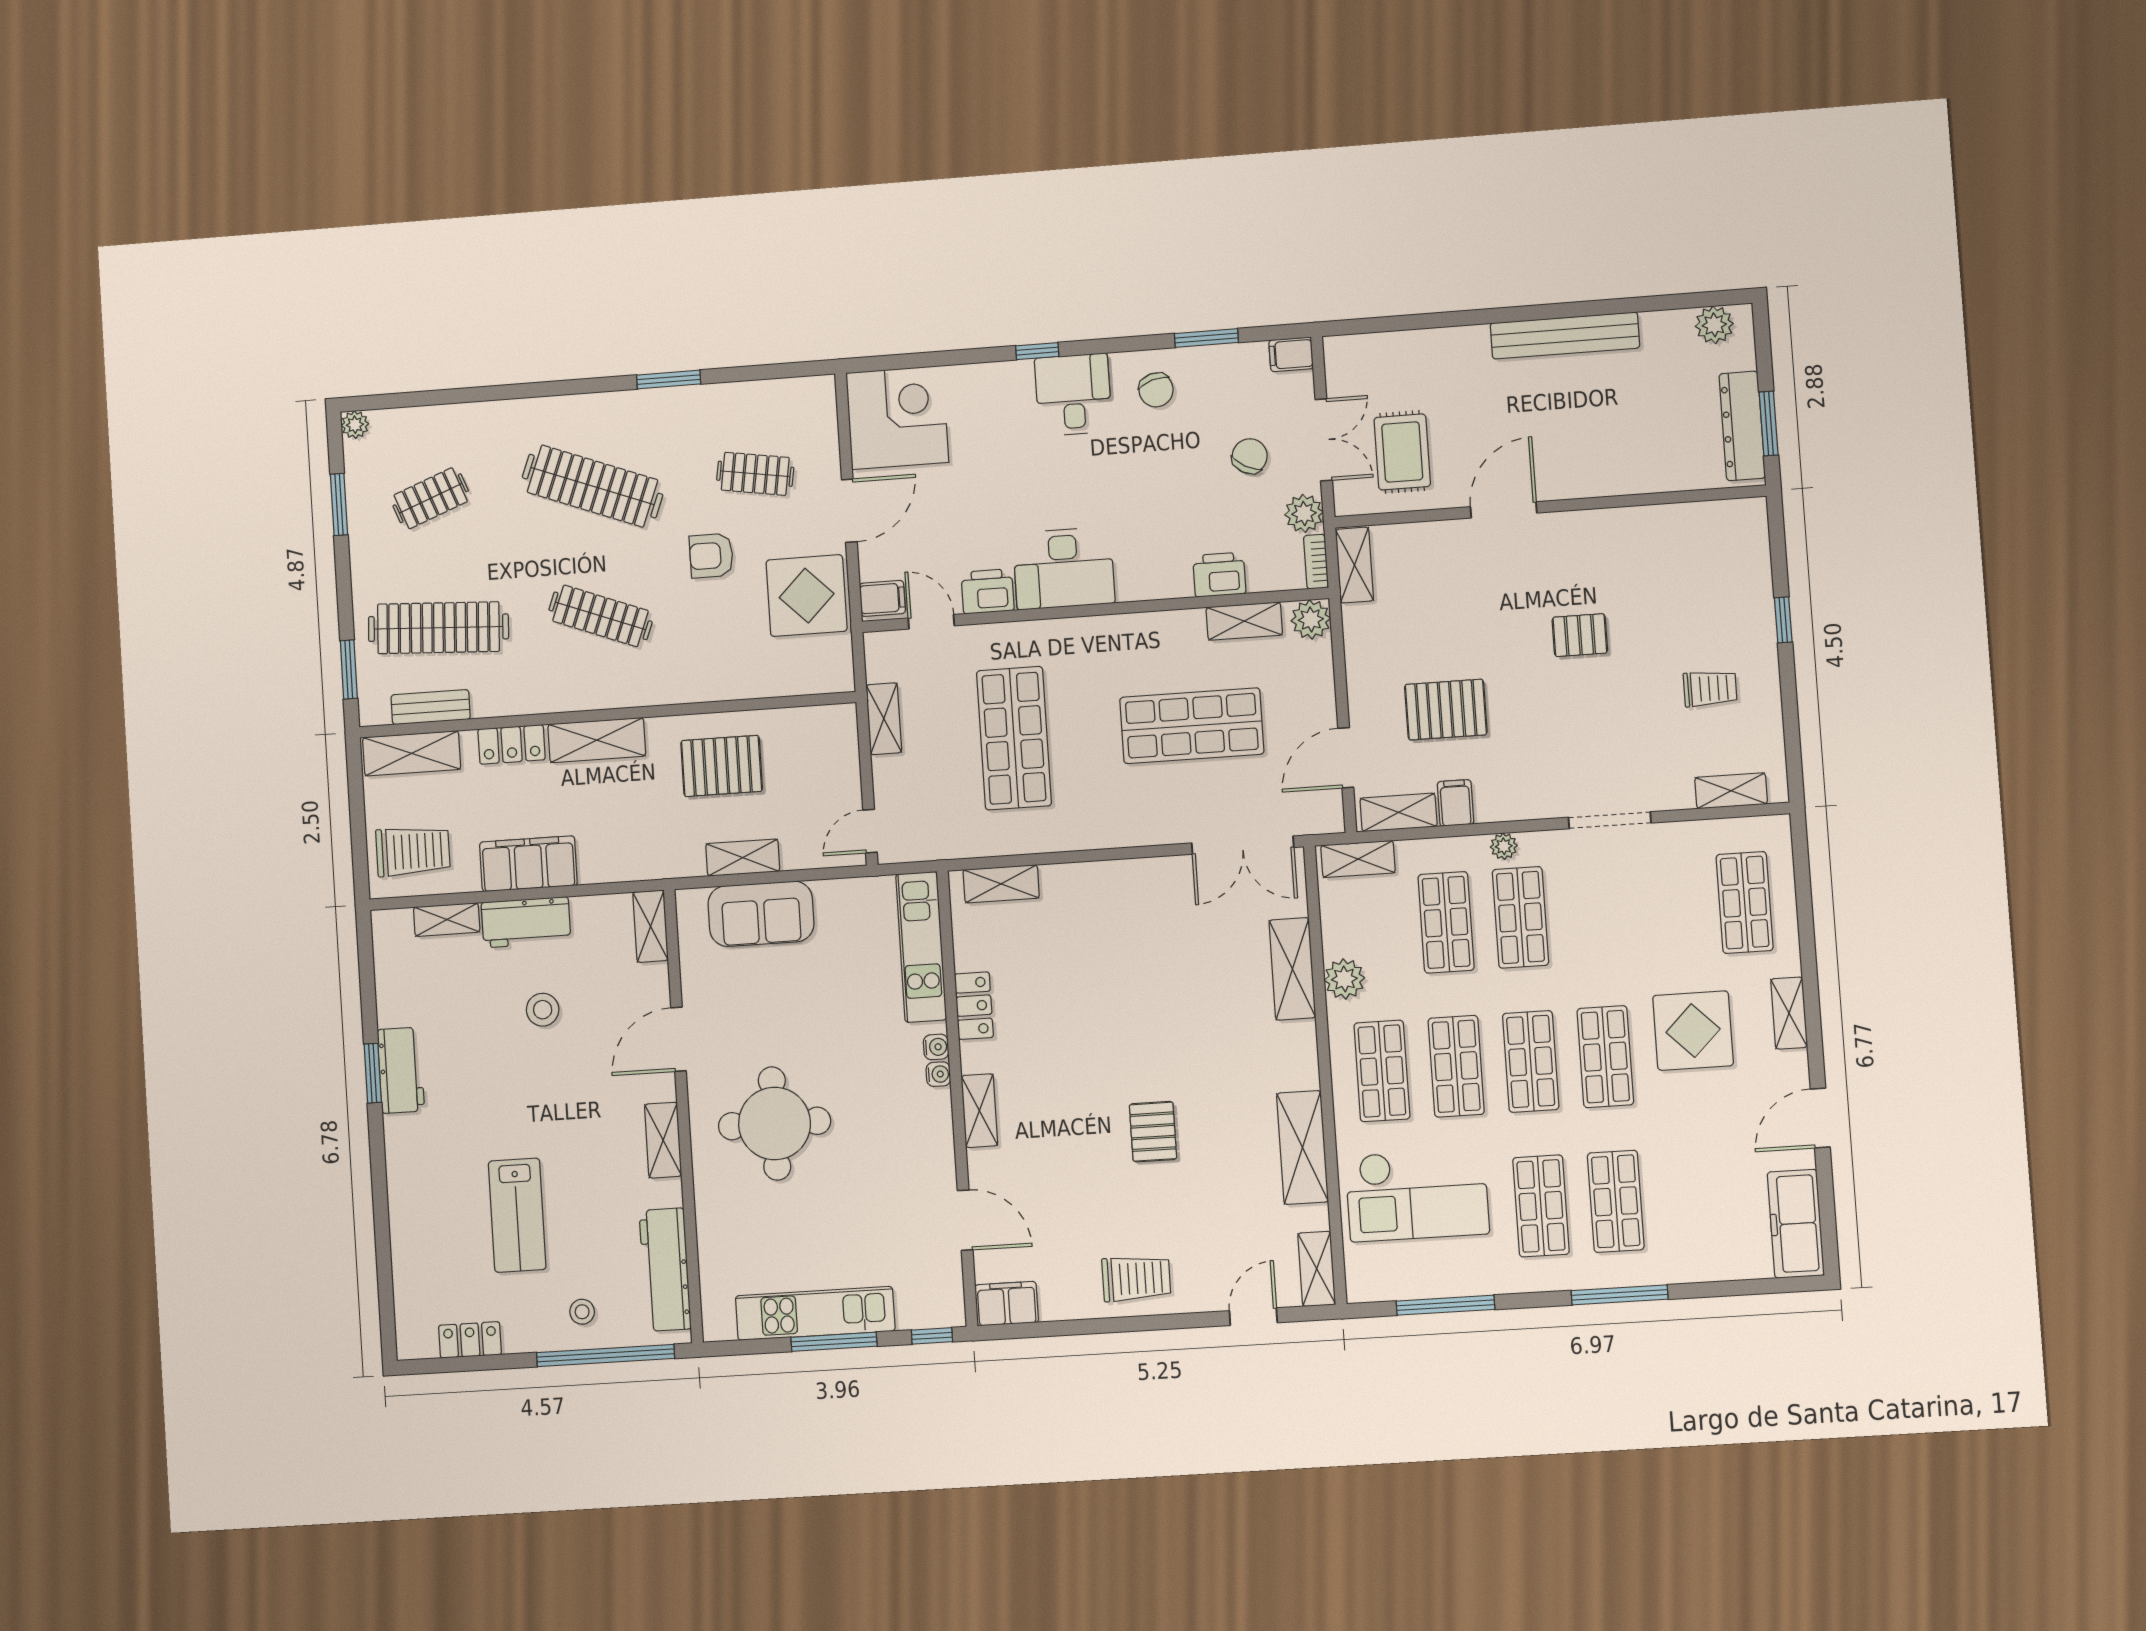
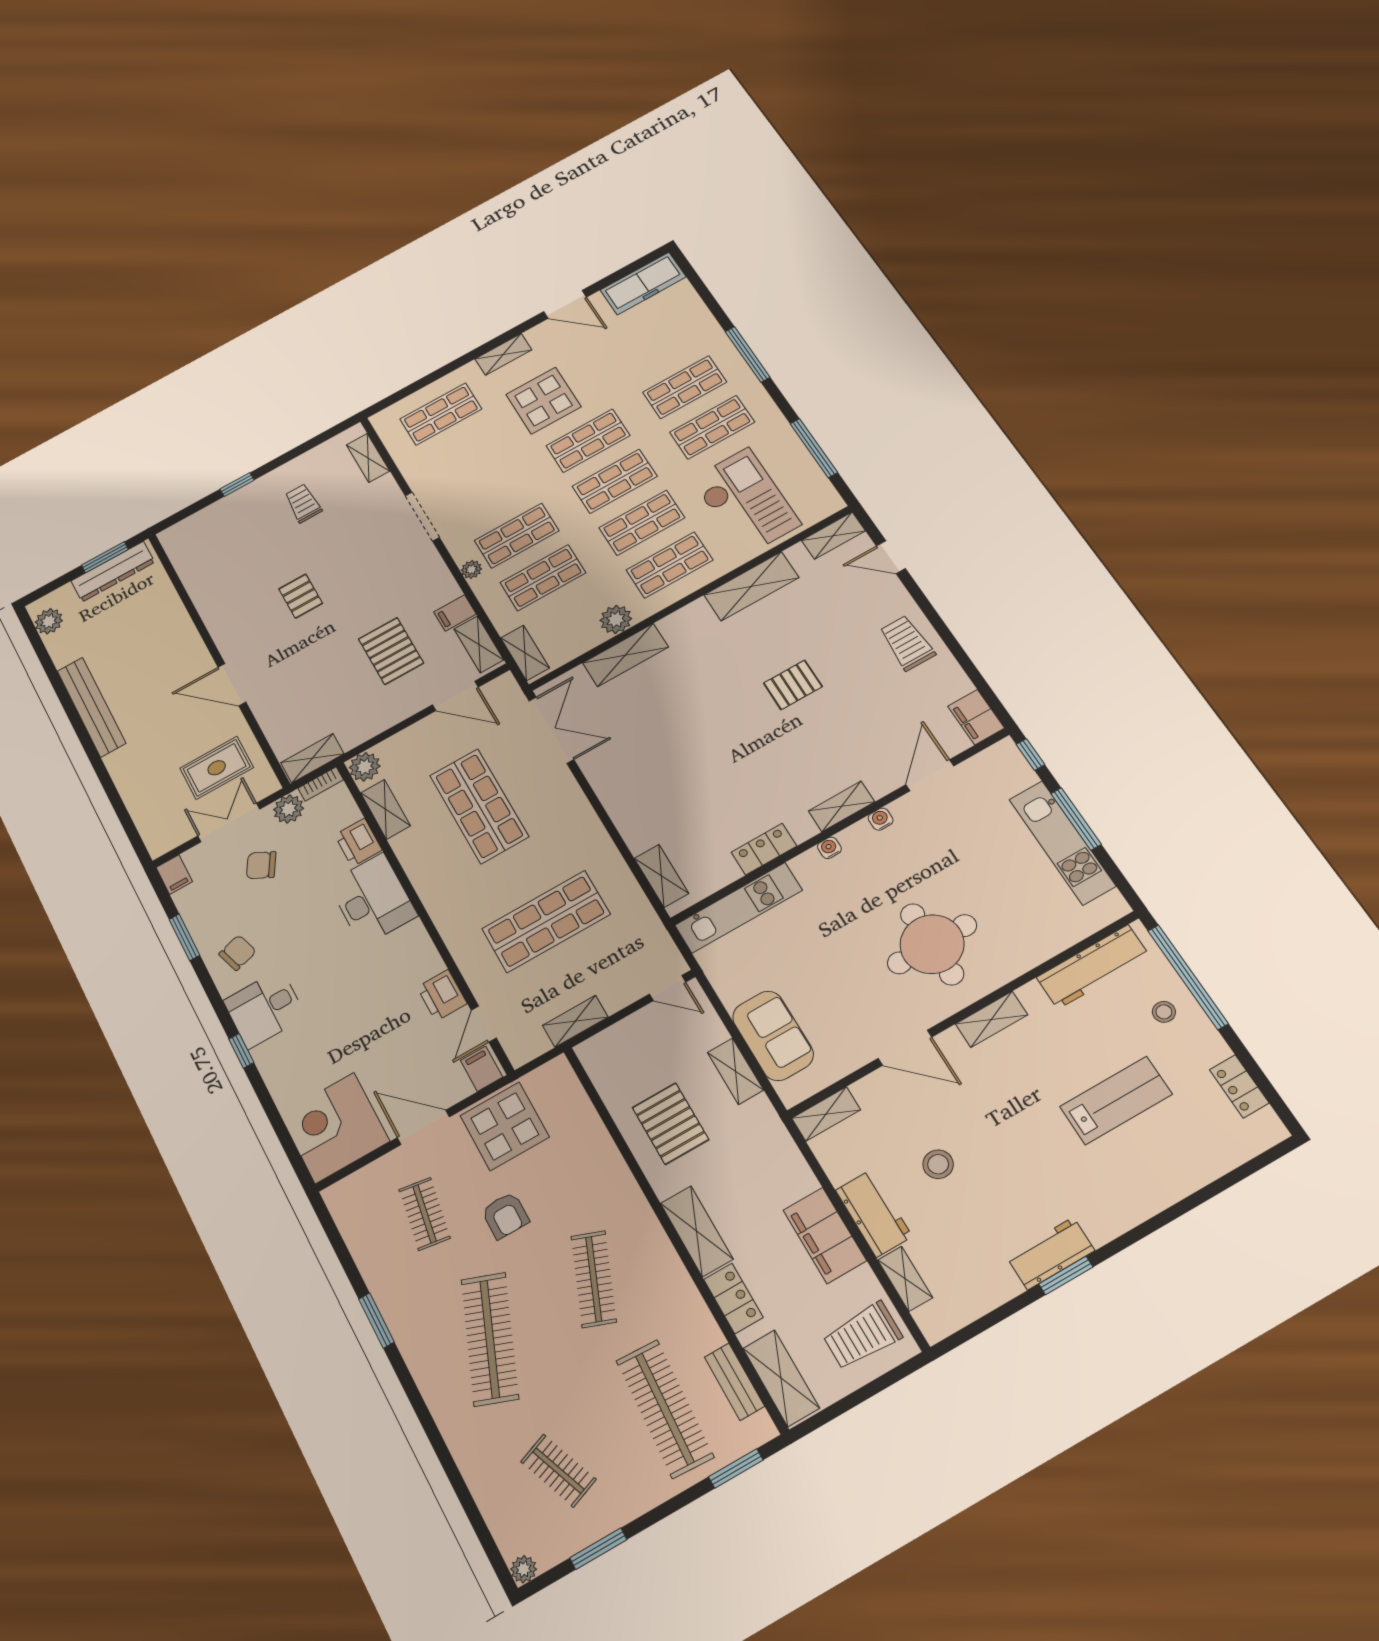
desk: (1064, 568) -> (373, 900), moved
trolley: (413, 851) -> (862, 1336), turned -90
water cooler: (936, 1047) -> (881, 819), moved

